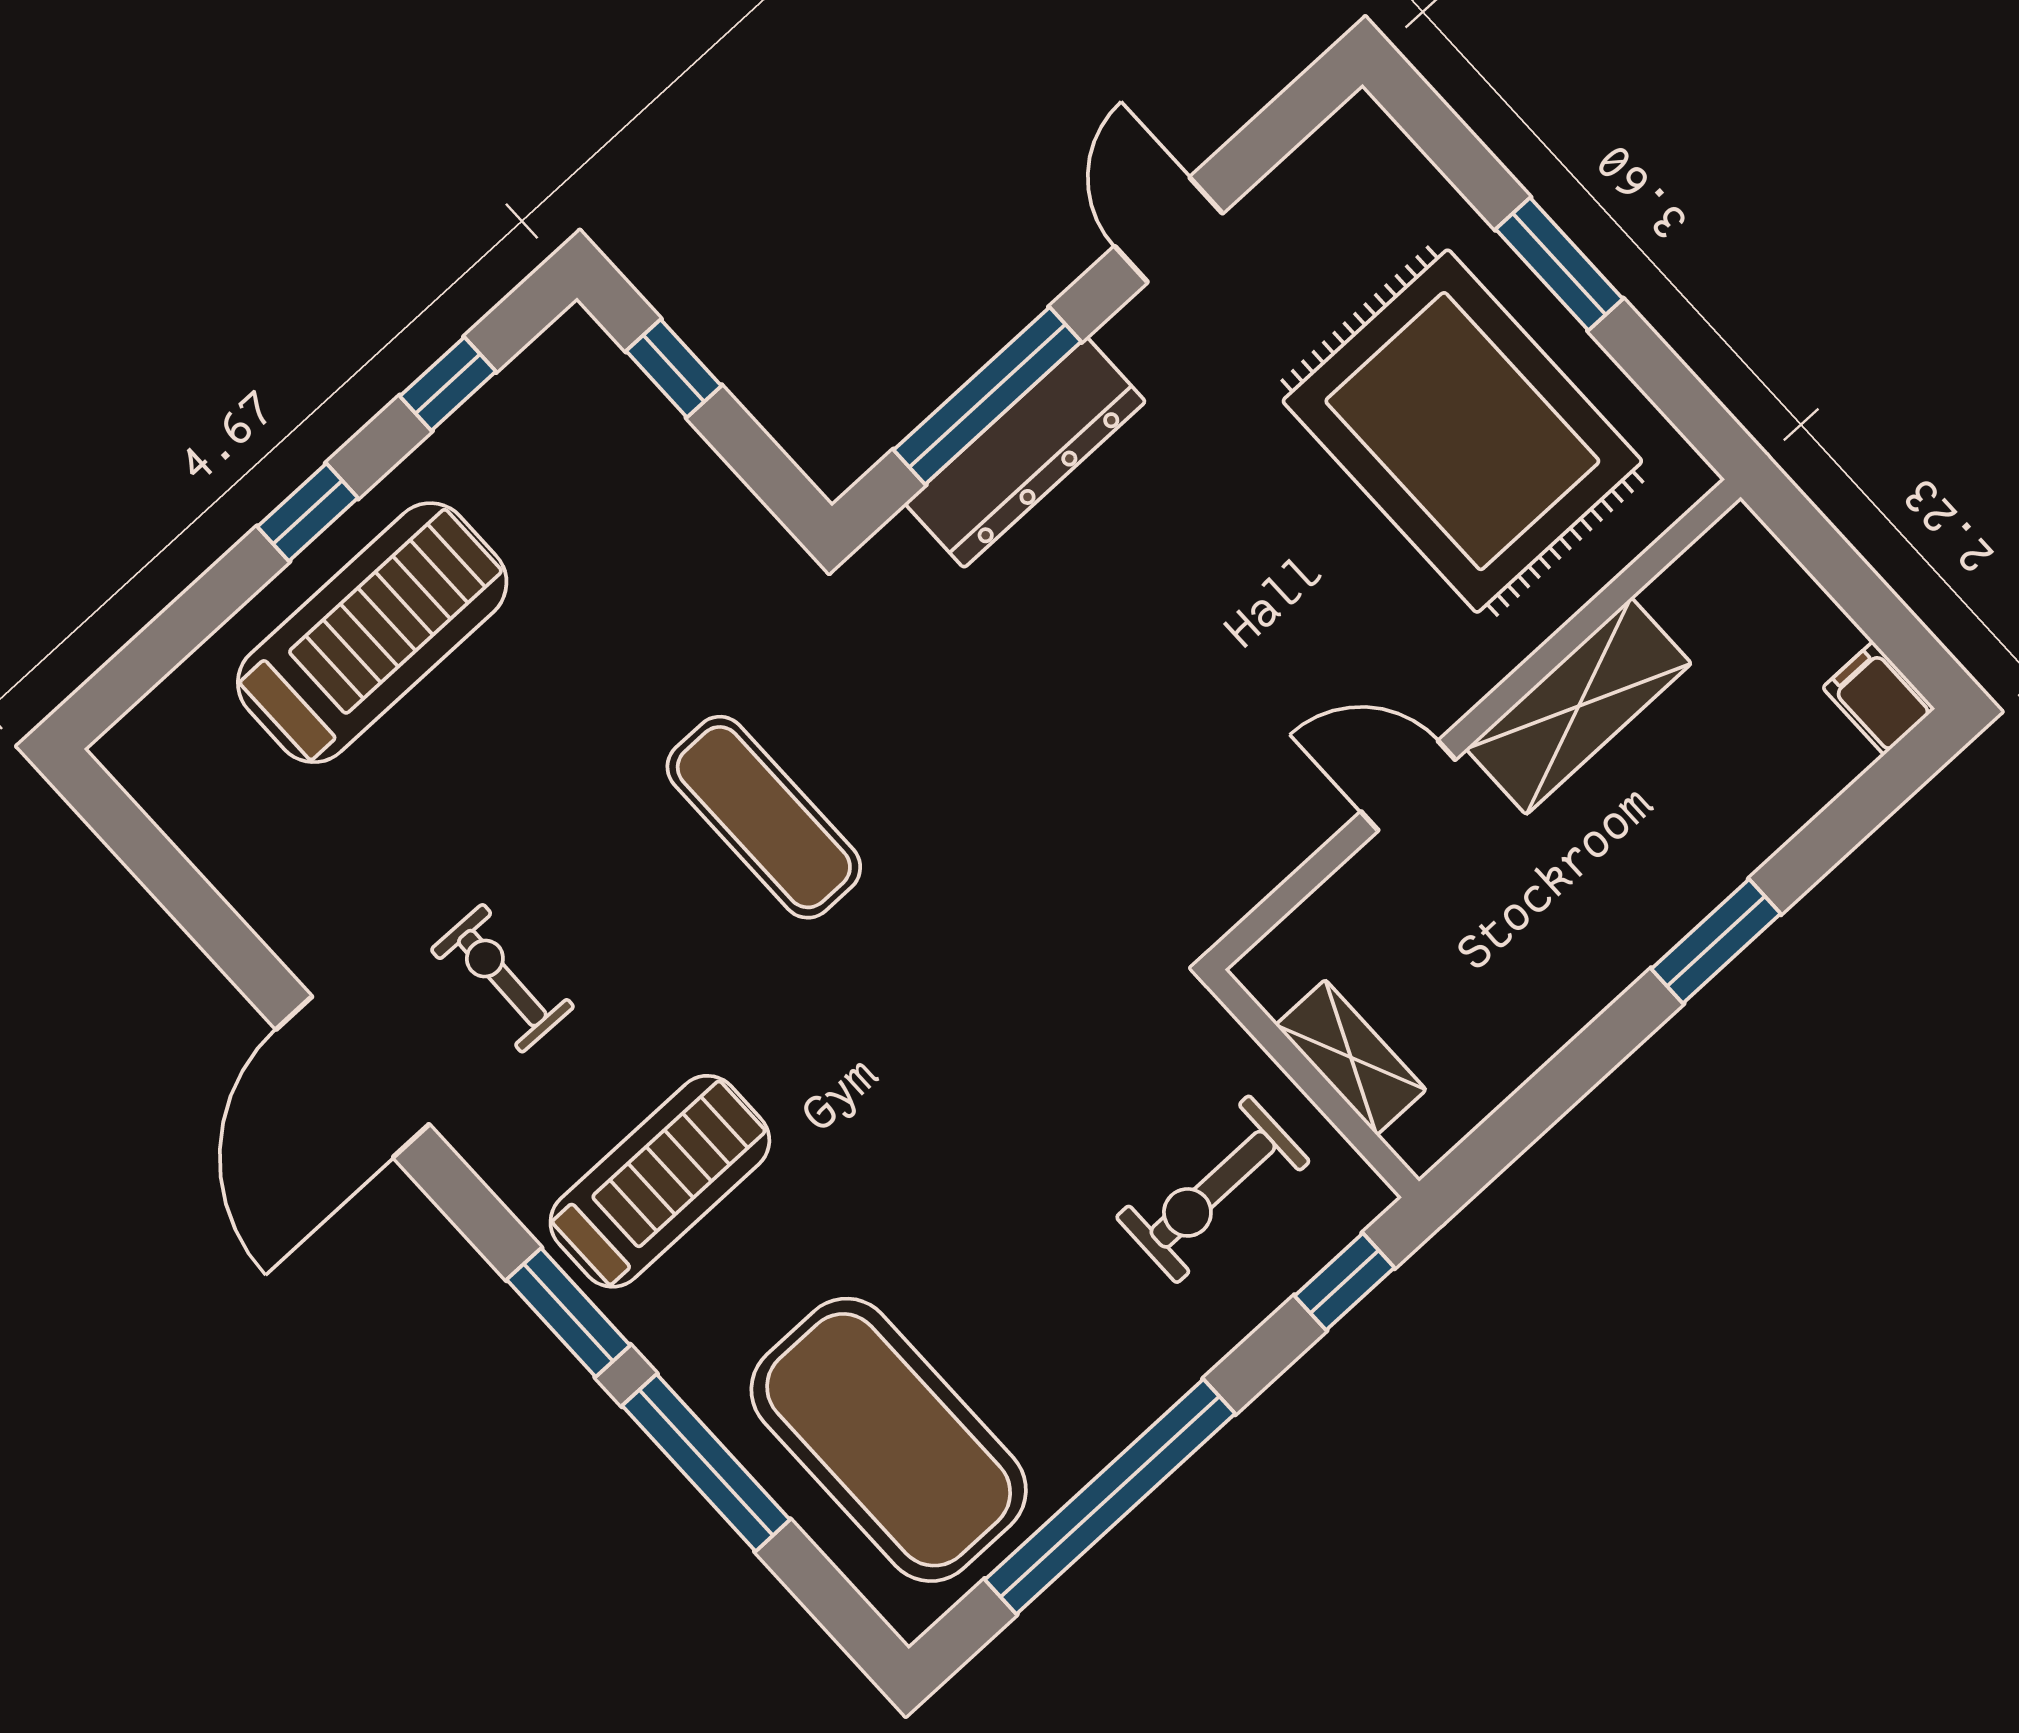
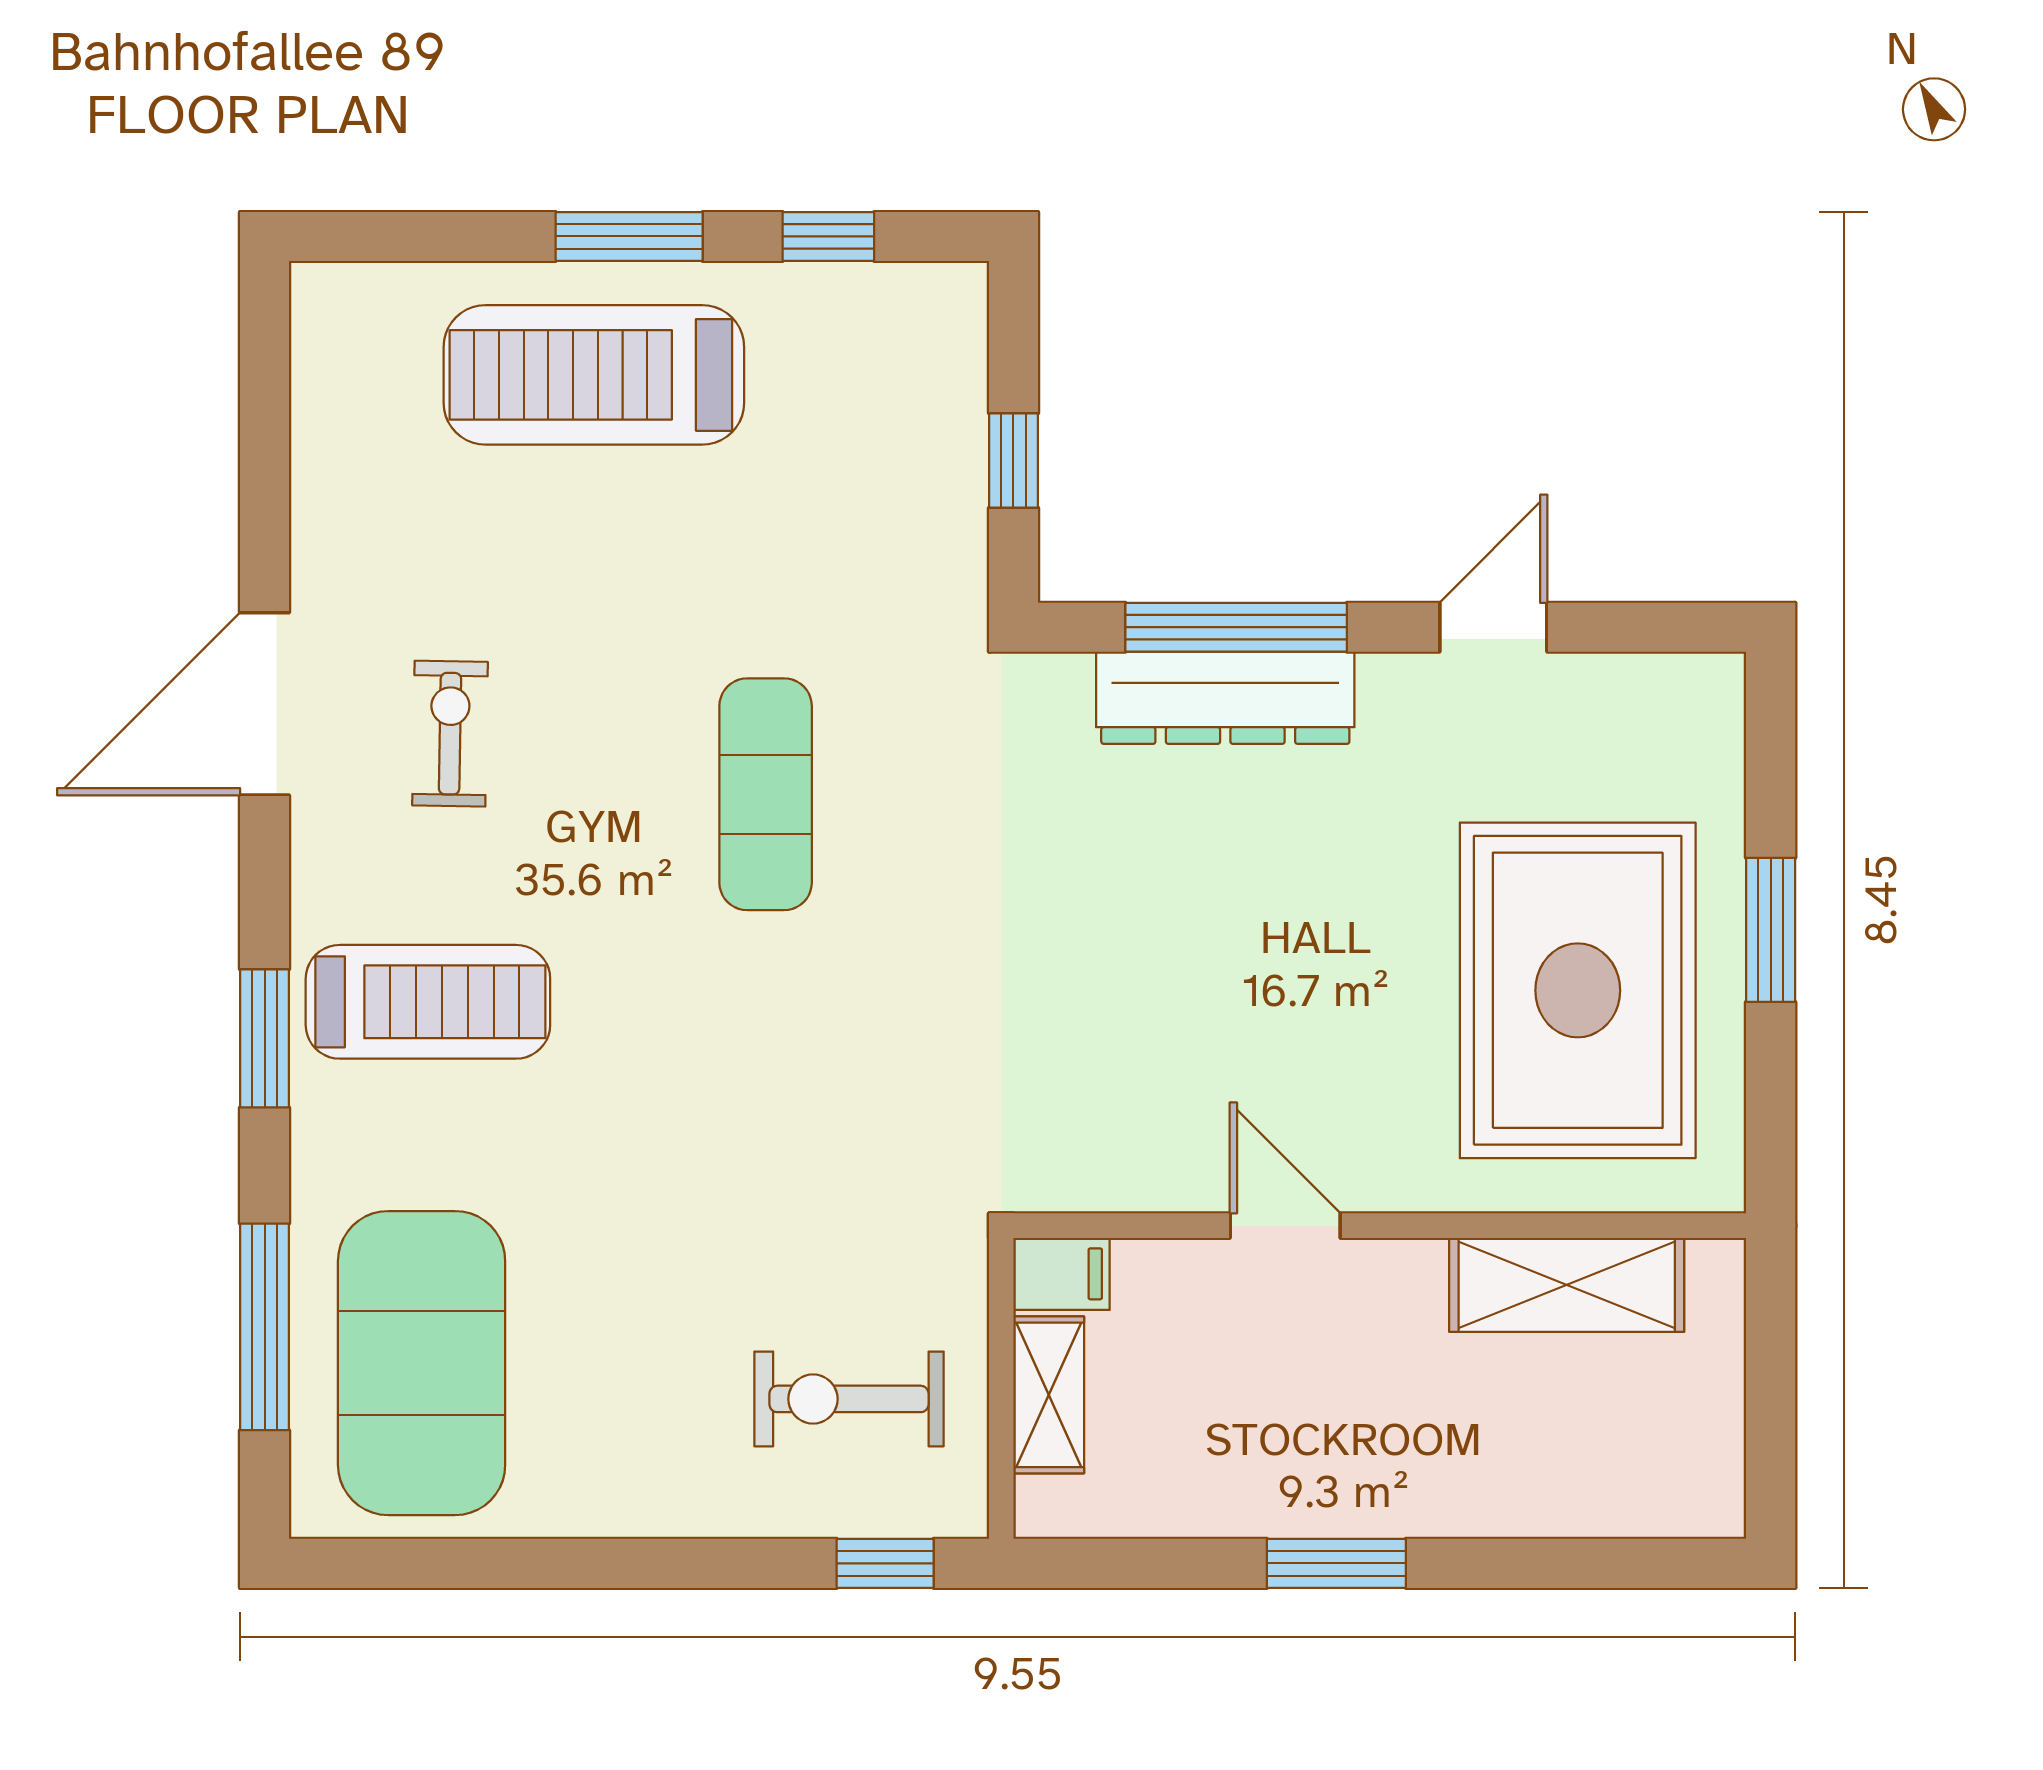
window: (674, 368) -> (1013, 461), moved
window: (308, 512) -> (629, 236), width x1.50
treadmill: (372, 633) -> (594, 375), turned 180
filing cabinet: (1879, 698) -> (1062, 1274), moved, turned 90
shelving: (1579, 706) -> (1567, 1285), moved
window: (1716, 941) -> (1336, 1563), moved
window: (706, 1463) -> (265, 1327), moved
window: (1110, 1497) -> (552, 1563), removed

